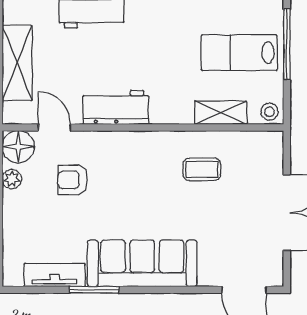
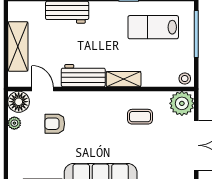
lab bench: (239, 53) -> (153, 27), moved
shelving: (221, 113) -> (124, 79), moved
plant: (265, 149) -> (182, 103), added

